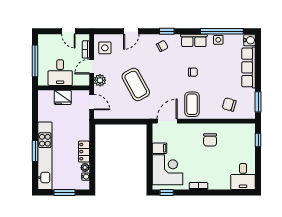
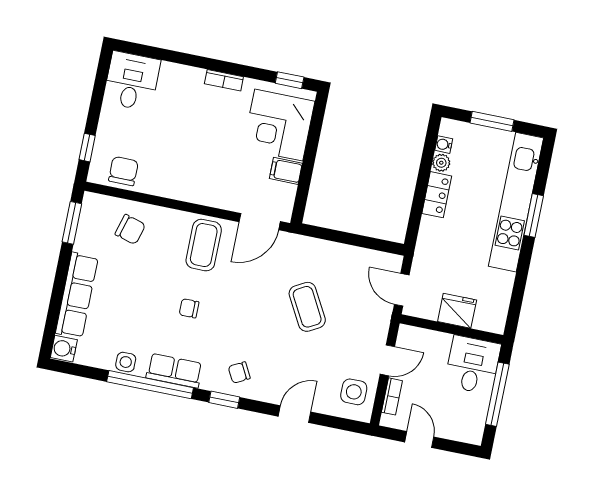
window: (222, 31) -> (150, 385), moved
desk: (60, 73) -> (473, 365), moved
plant: (100, 80) -> (376, 330), removed
coffee table: (136, 84) -> (307, 307), width x0.73, depth x0.76
chair: (210, 140) -> (123, 171), moved

